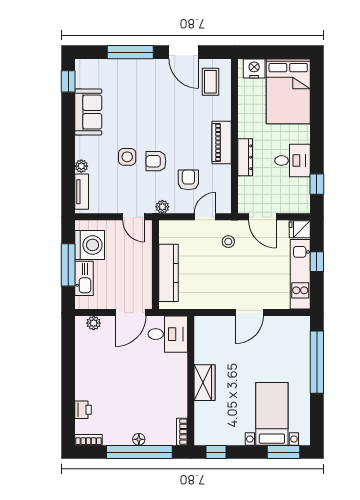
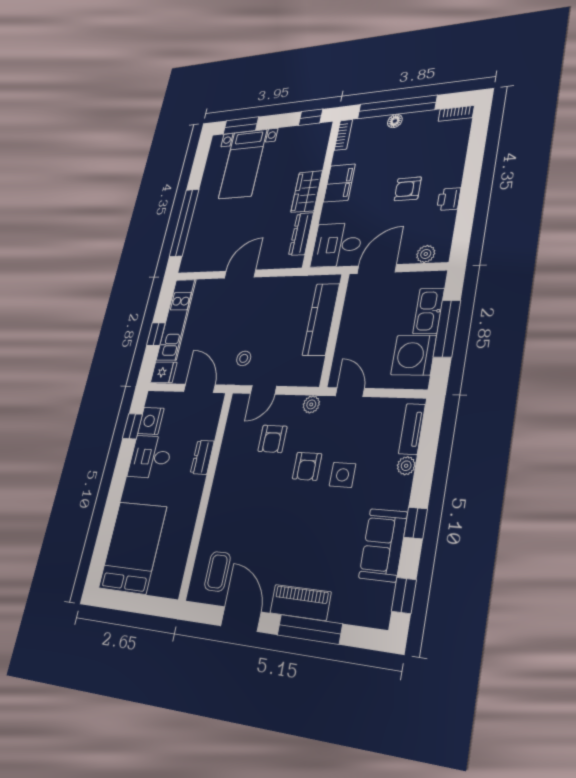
nightstand: (254, 68) -> (151, 421), moved, turned 90
window: (68, 128) -> (416, 523), added
piano: (222, 142) -> (300, 602), moved, turned -90
dresser: (245, 157) -> (202, 457), width x0.70
armchair: (156, 161) -> (307, 466), turned 90
dresser: (201, 345) -> (301, 234), added
armchair: (117, 378) -> (408, 189), added
filing cabinet: (177, 388) -> (339, 183), added
printer: (83, 410) -> (449, 199), moved

